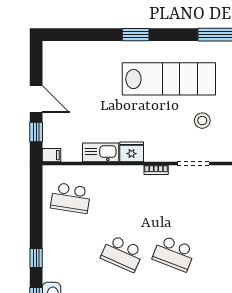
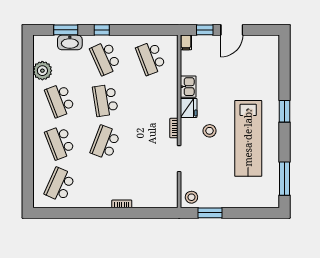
stool: (202, 121) -> (210, 131), moved
kitchen sink: (101, 152) -> (188, 87), width x0.73
school desk: (71, 198) -> (151, 58), turned -30
school desk: (71, 254) -> (105, 58), added
school desk: (122, 254) -> (105, 100), turned -33

